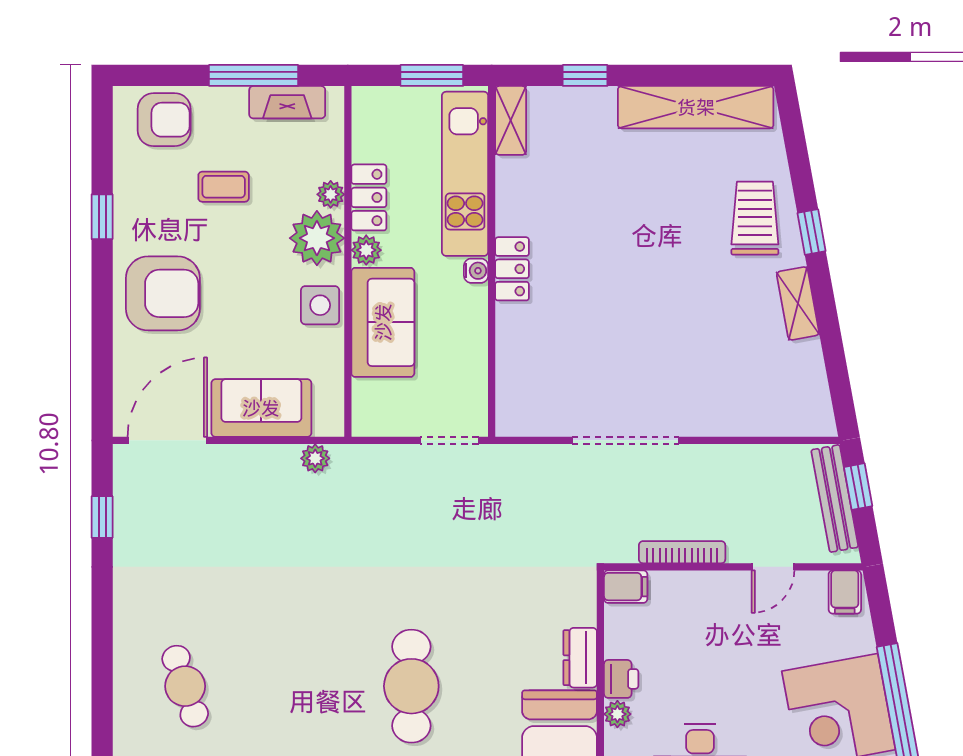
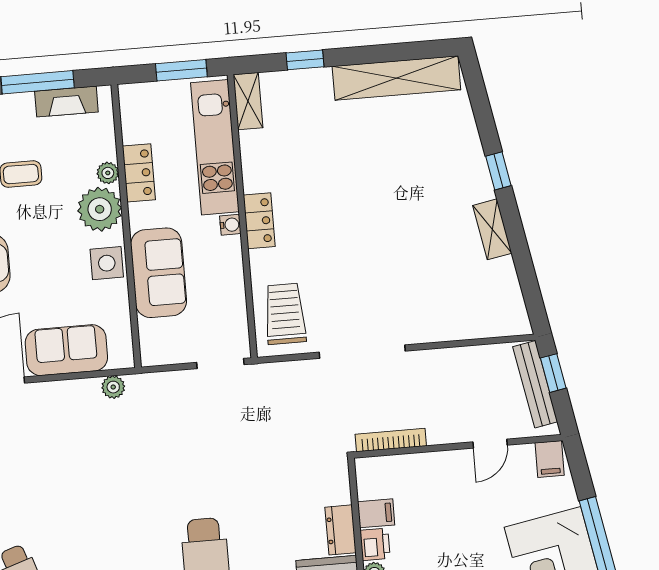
trolley: (755, 218) -> (285, 314), moved
plant: (366, 250) -> (140, 215), removed
bookcase: (682, 552) -> (391, 440), moved
filing cabinet: (626, 587) -> (376, 513), moved

